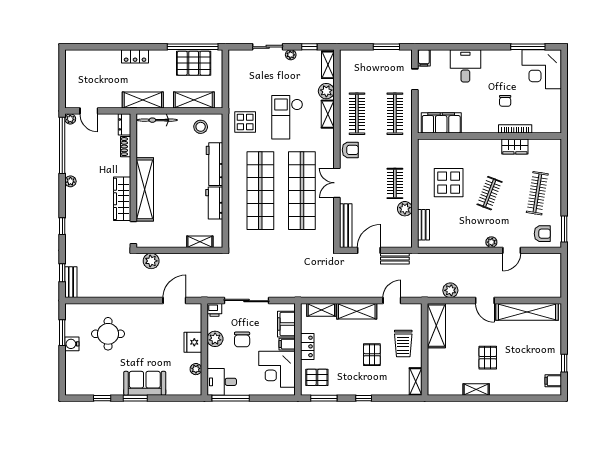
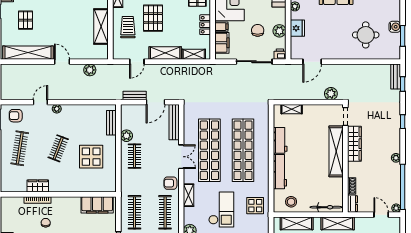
shelving: (328, 114) -> (189, 195), moved
shelving: (436, 326) -> (101, 27), moved
pallet: (372, 355) -> (153, 18), width x1.50, depth x1.42
pallet: (488, 358) -> (25, 20), moved

